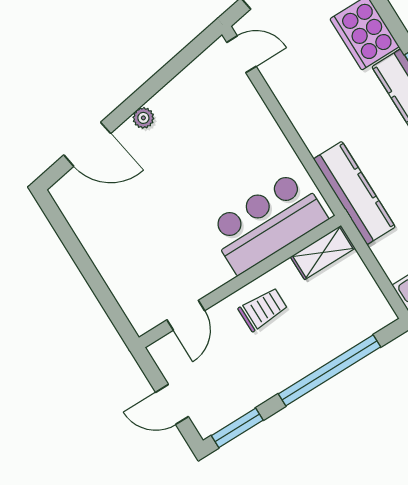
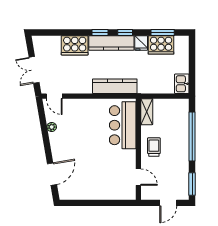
door: (241, 54) -> (54, 96), swing flipped
plant: (143, 118) -> (52, 127), moved
kitchen counter: (354, 193) -> (115, 86), moved

